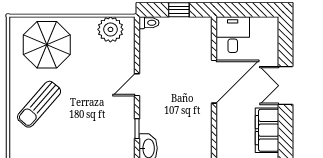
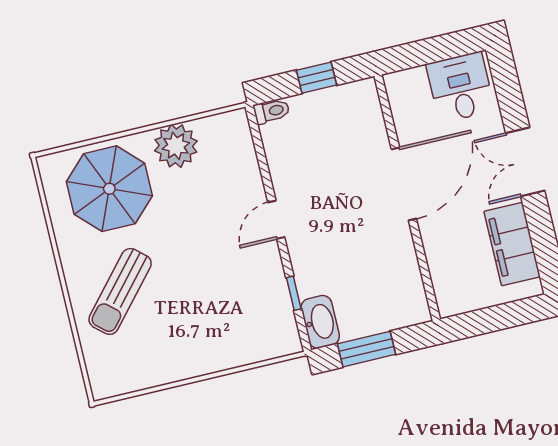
plant: (110, 29) -> (176, 146), moved
desk: (233, 35) -> (460, 87), moved

